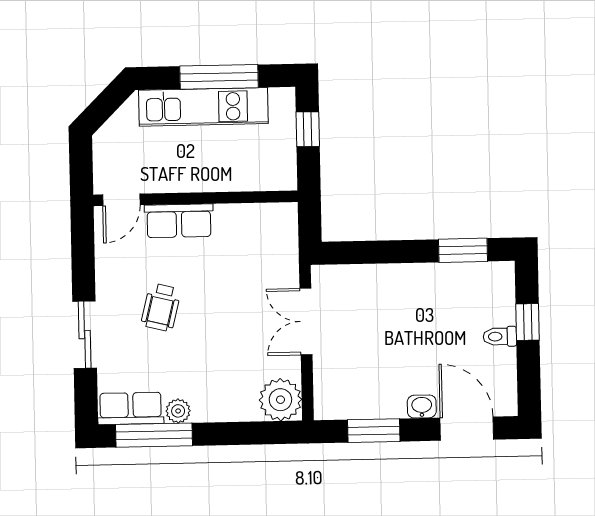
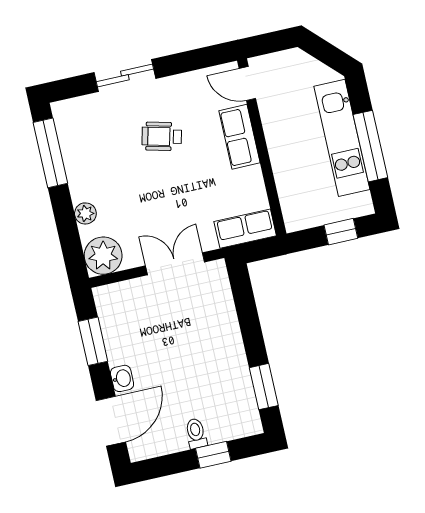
row of seats: (131, 408) -> (245, 229), moved, turned -90
plant: (178, 411) -> (85, 213), moved

